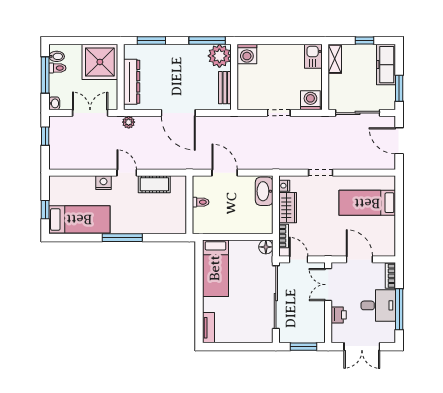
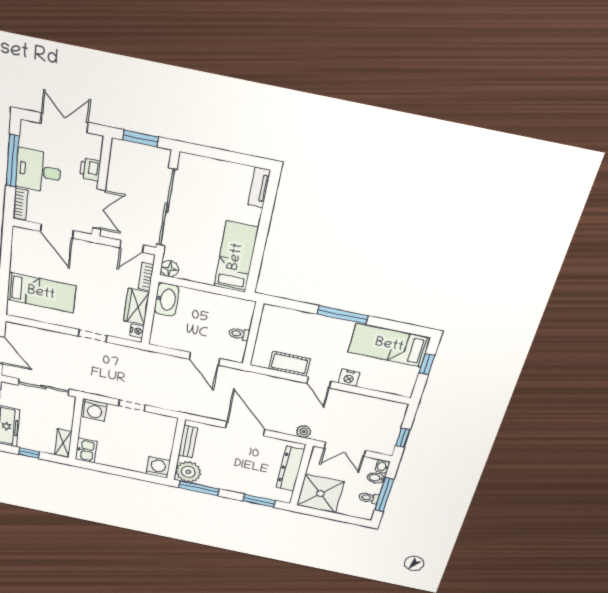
bidet: (57, 56) -> (376, 478), moved
washbasin: (264, 191) -> (167, 299), moved
door: (299, 259) -> (132, 246), hinge flipped

